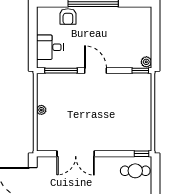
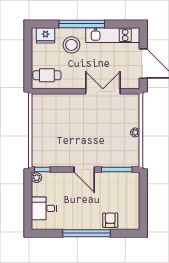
desk: (50, 47) -> (44, 208), moved, turned 180
window: (141, 154) -> (41, 91), removed

